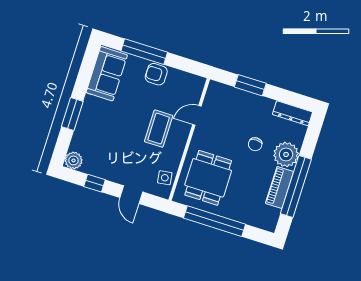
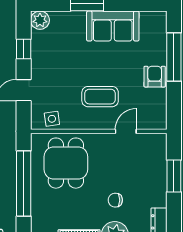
sofa: (107, 74) -> (113, 26), moved
door: (197, 115) -> (126, 131), hinge flipped
dining table: (208, 178) -> (66, 163), turned 90

